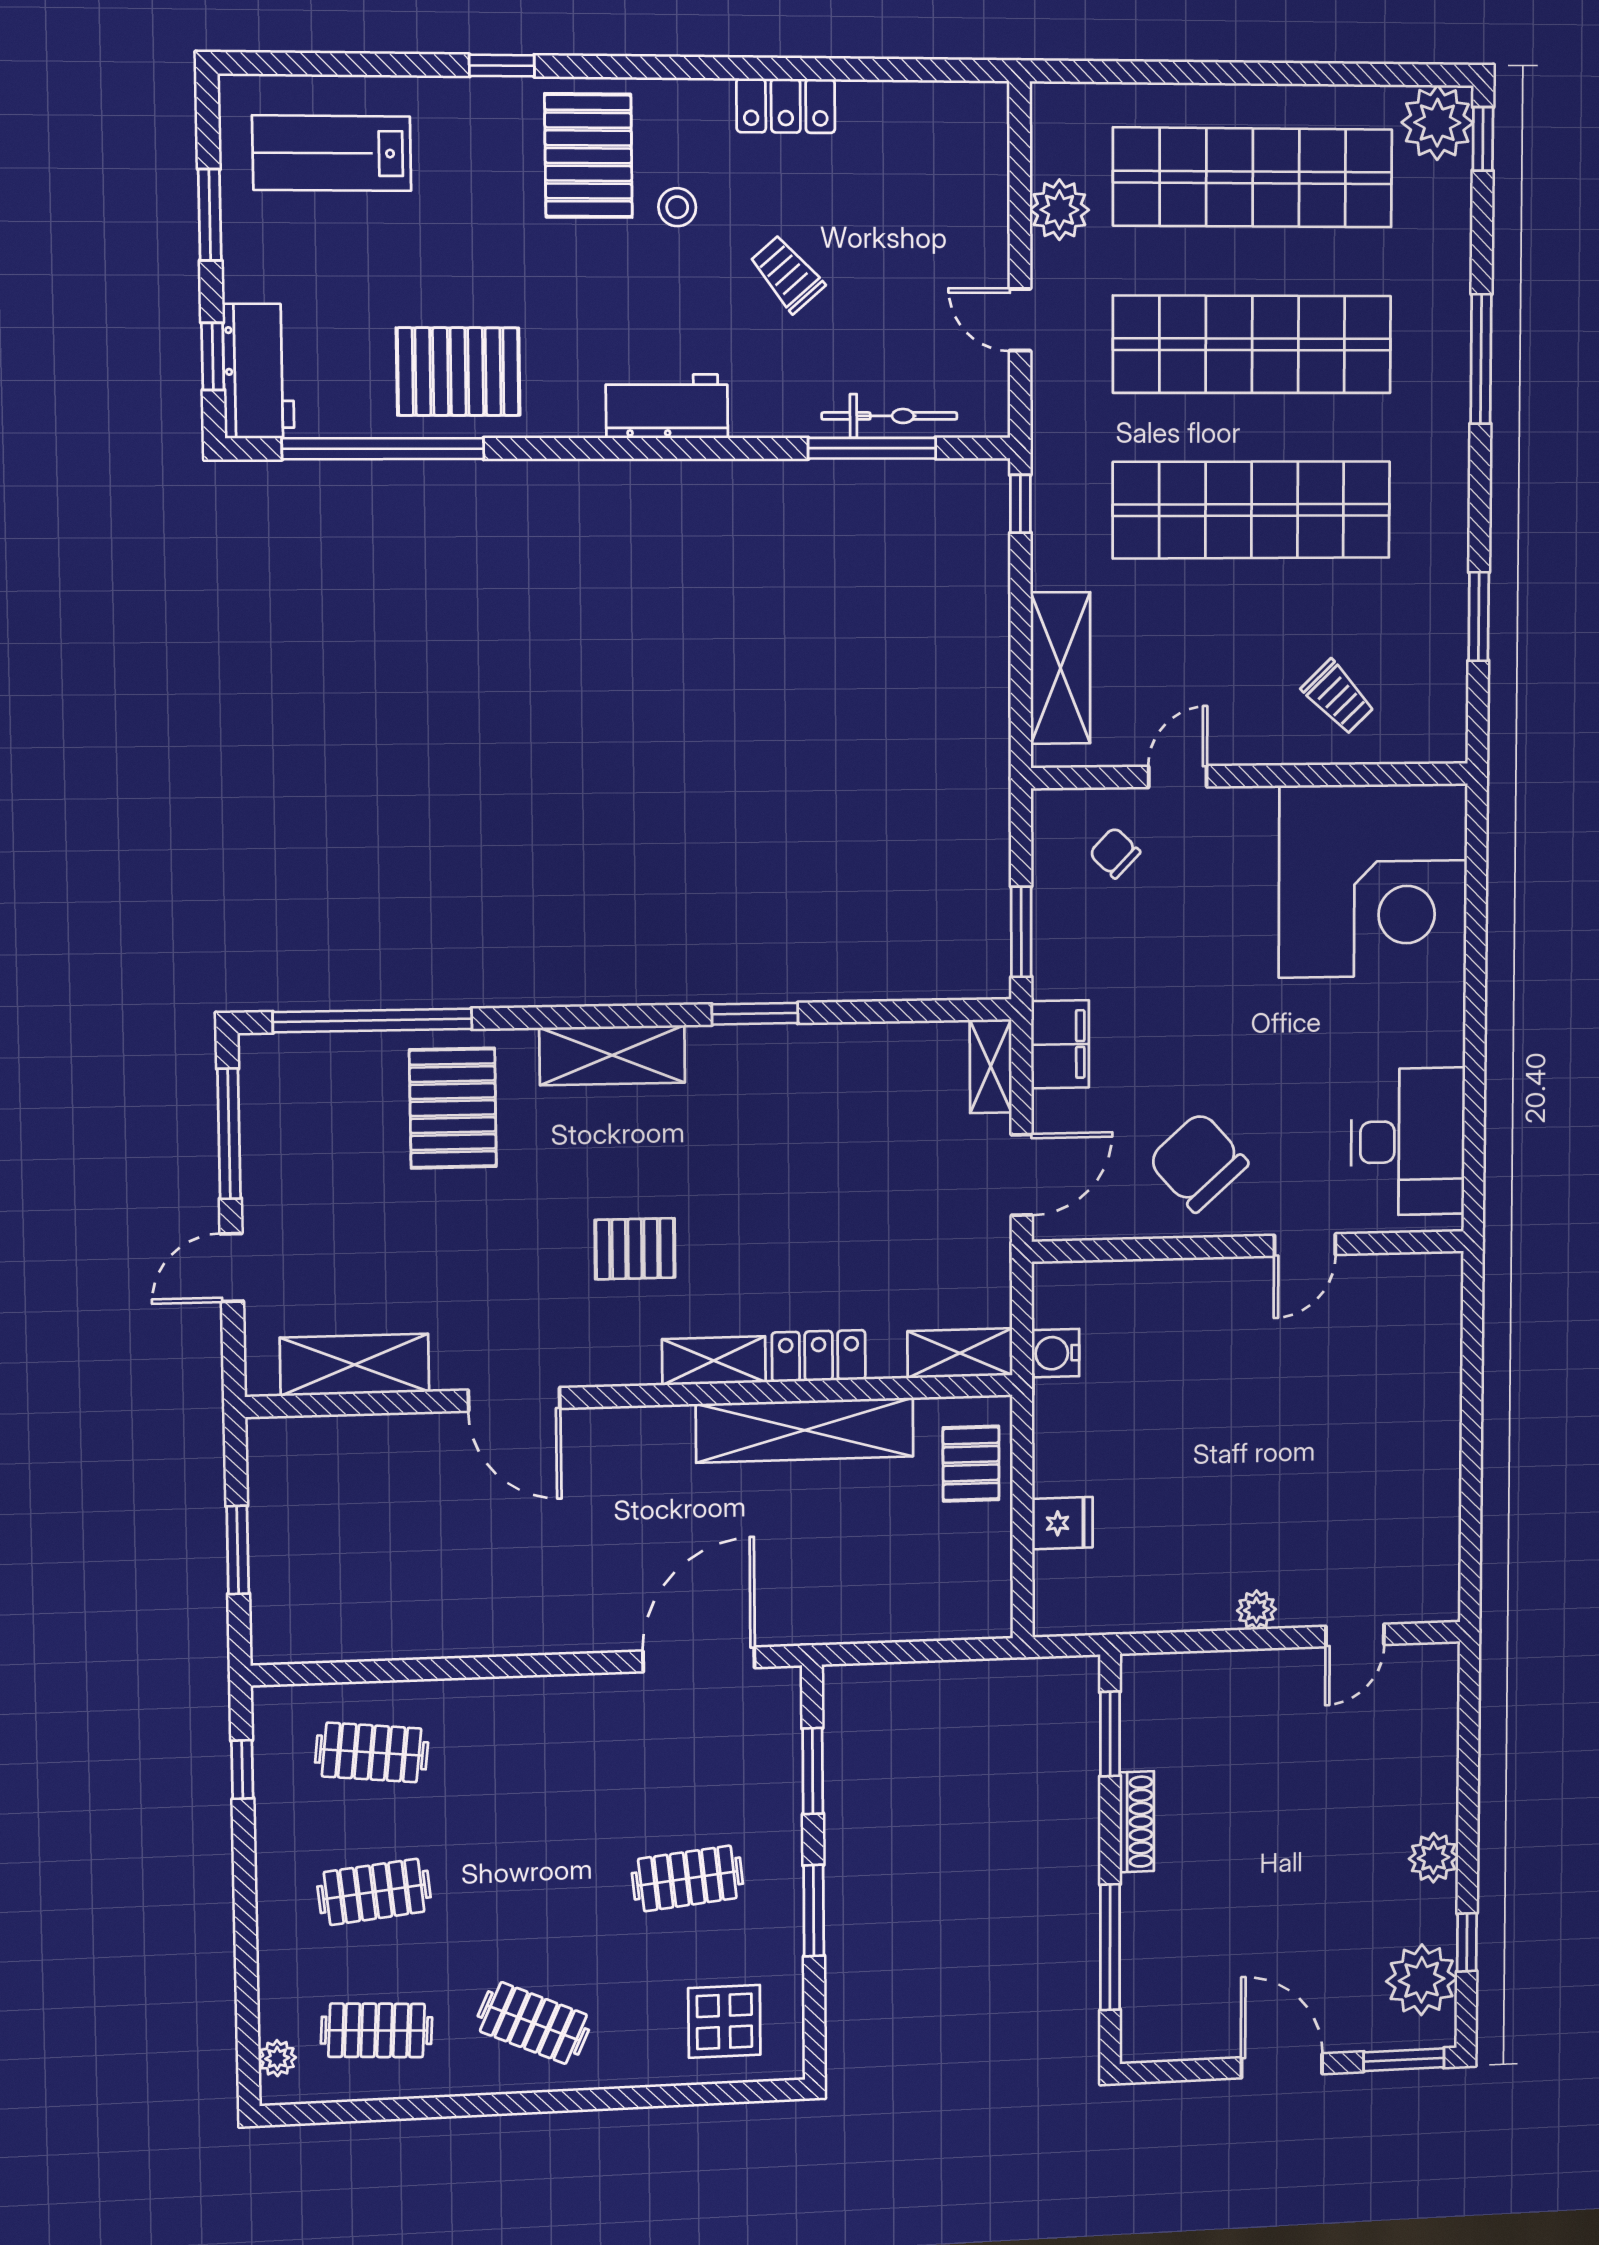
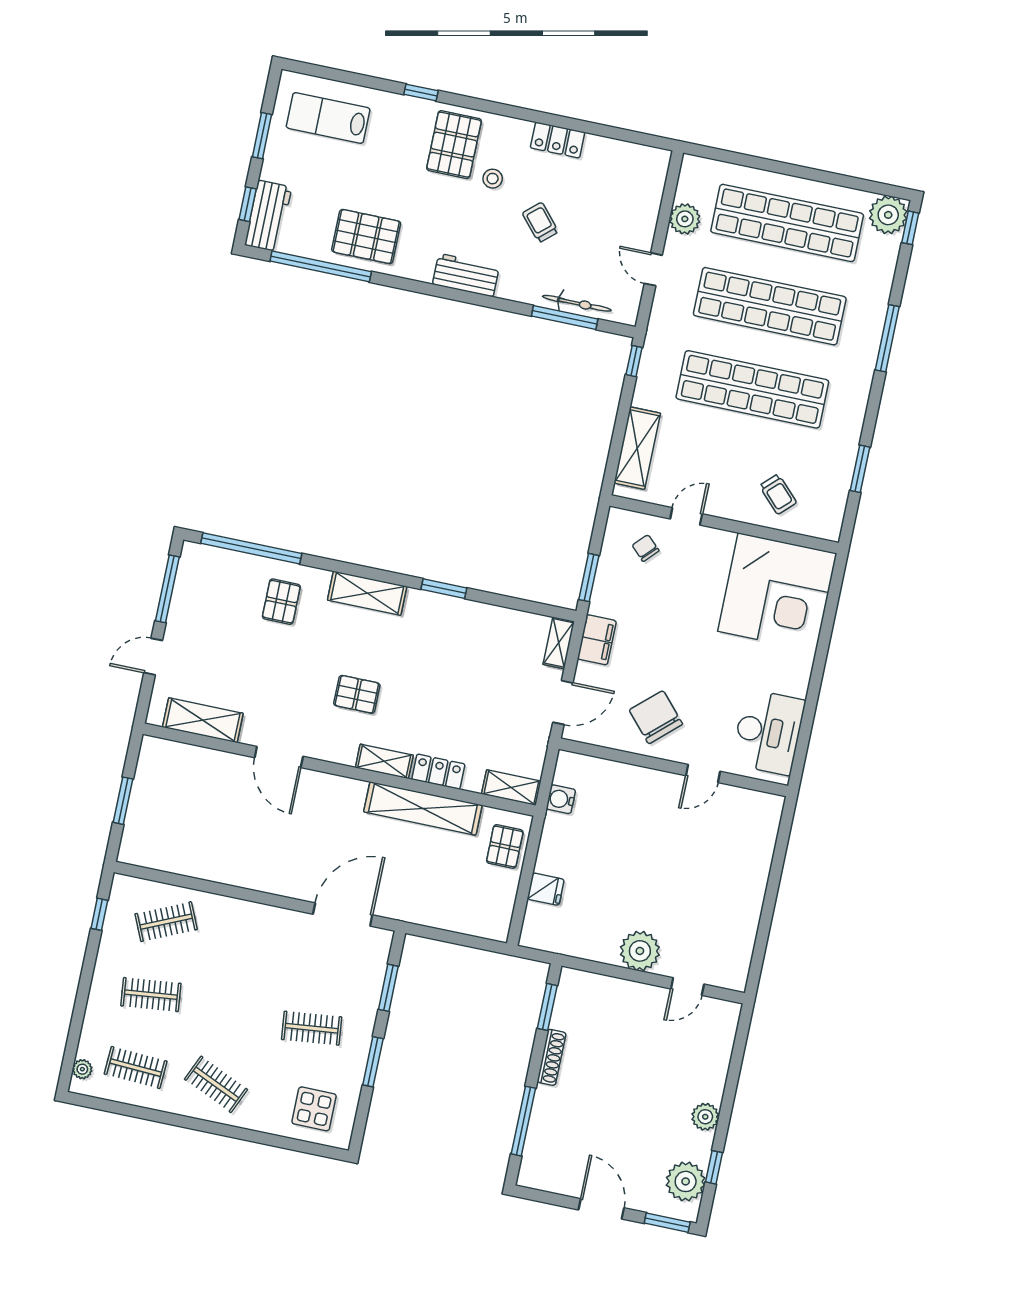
pallet: (453, 1108) -> (281, 602), width x0.67, depth x0.71
plant: (1256, 1610) -> (640, 951), width x1.88, depth x1.88
clothes rail: (372, 1752) -> (166, 922), turned -30

